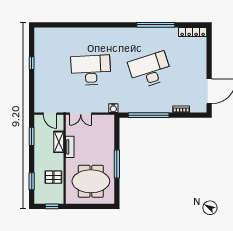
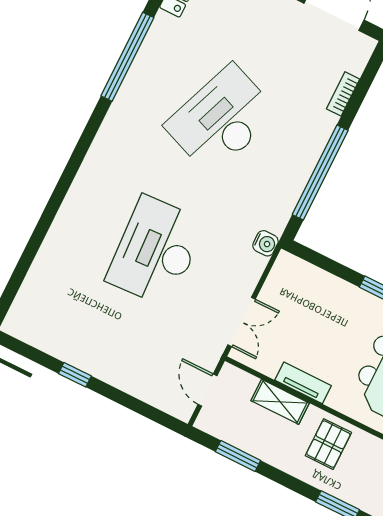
desk: (150, 70) -> (221, 120), turned 39
door: (50, 114) -> (208, 390), swing flipped
pallet: (53, 177) -> (328, 444), moved

